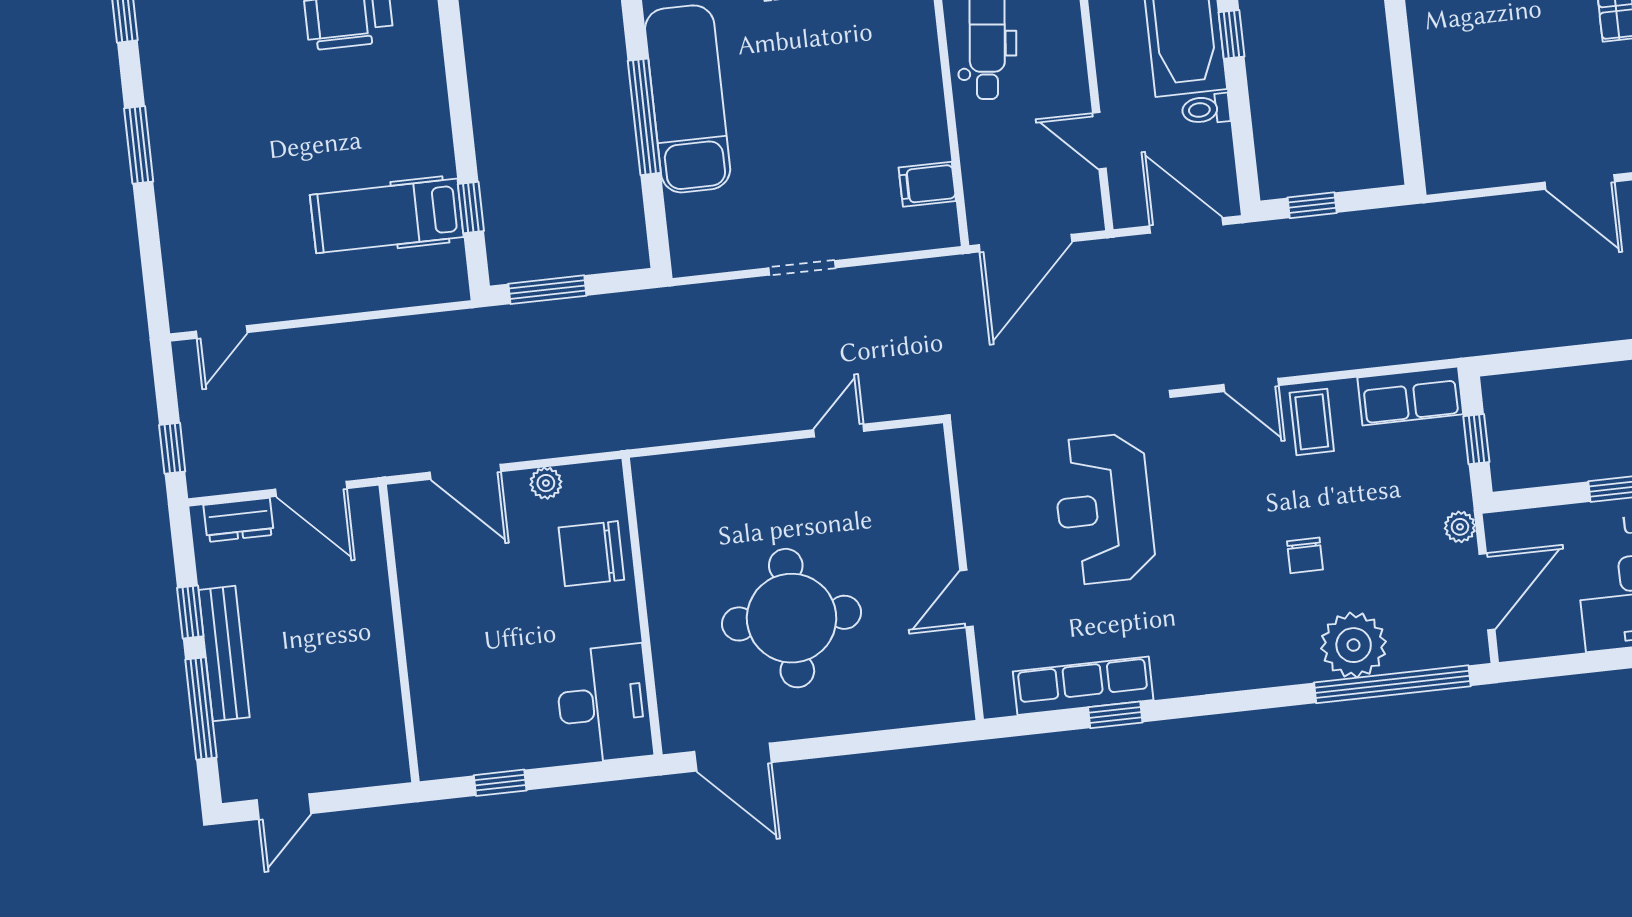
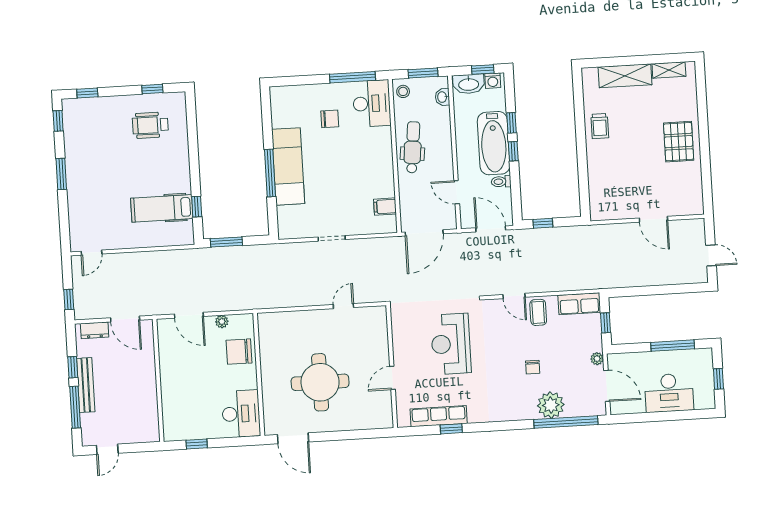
door: (1487, 592) -> (607, 386), hinge flipped

